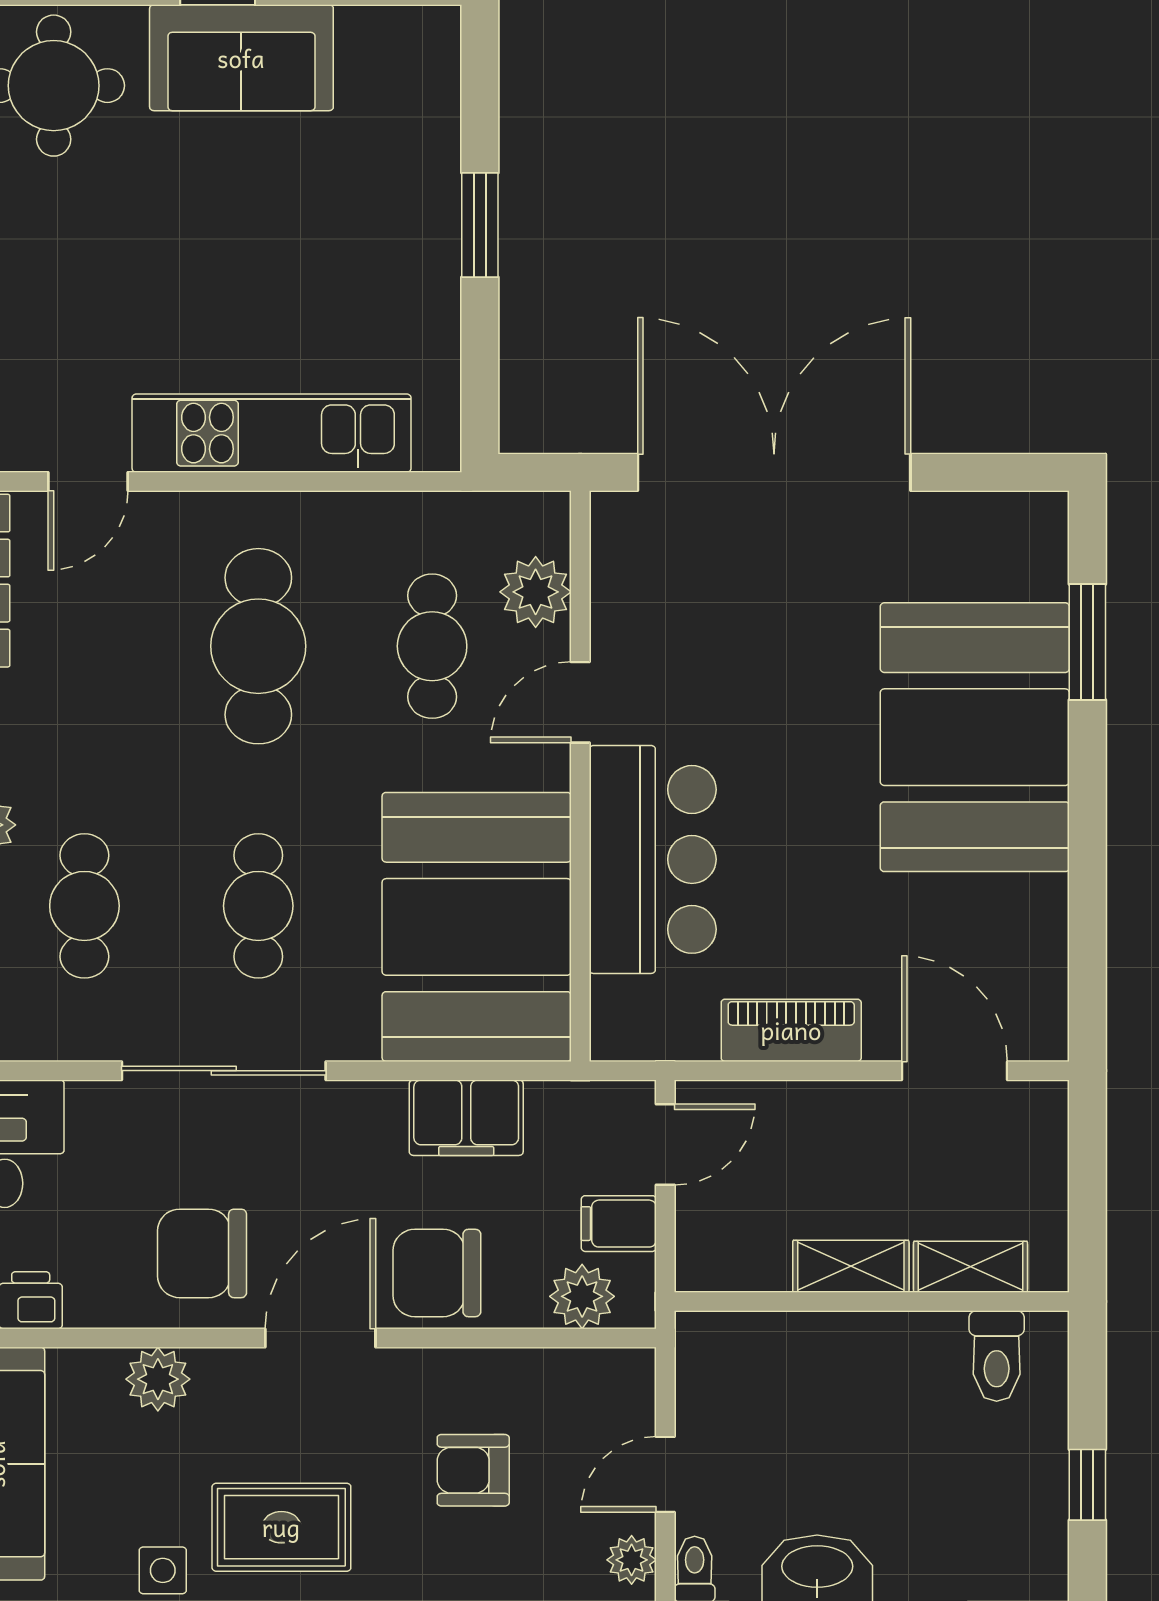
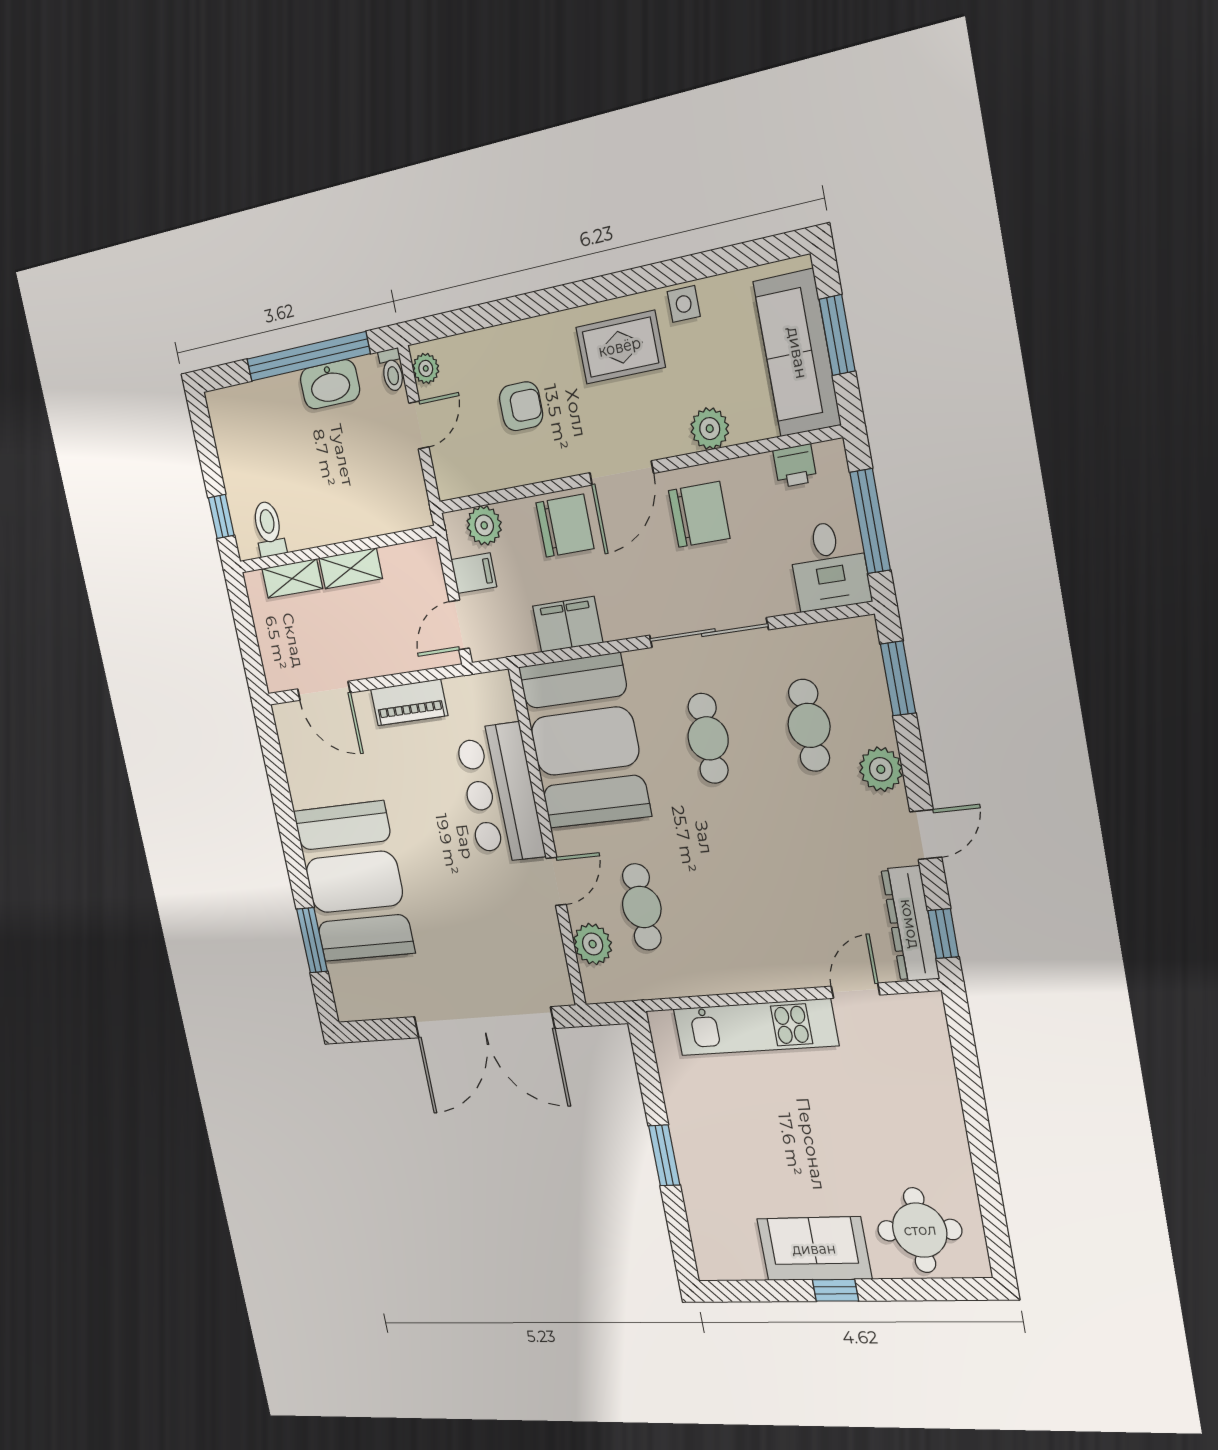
cafe table: (258, 646) -> (738, 898), removed
window: (1087, 1485) -> (221, 516), moved

